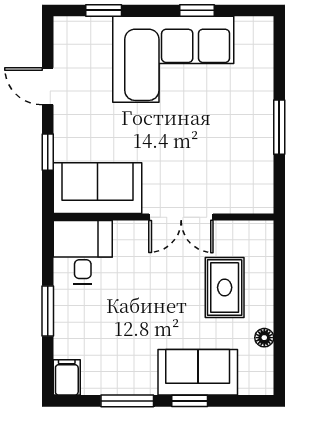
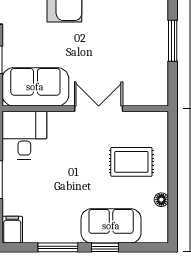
double door: (181, 217) -> (99, 109), swing flipped
rug: (225, 287) -> (131, 162), turned 90

